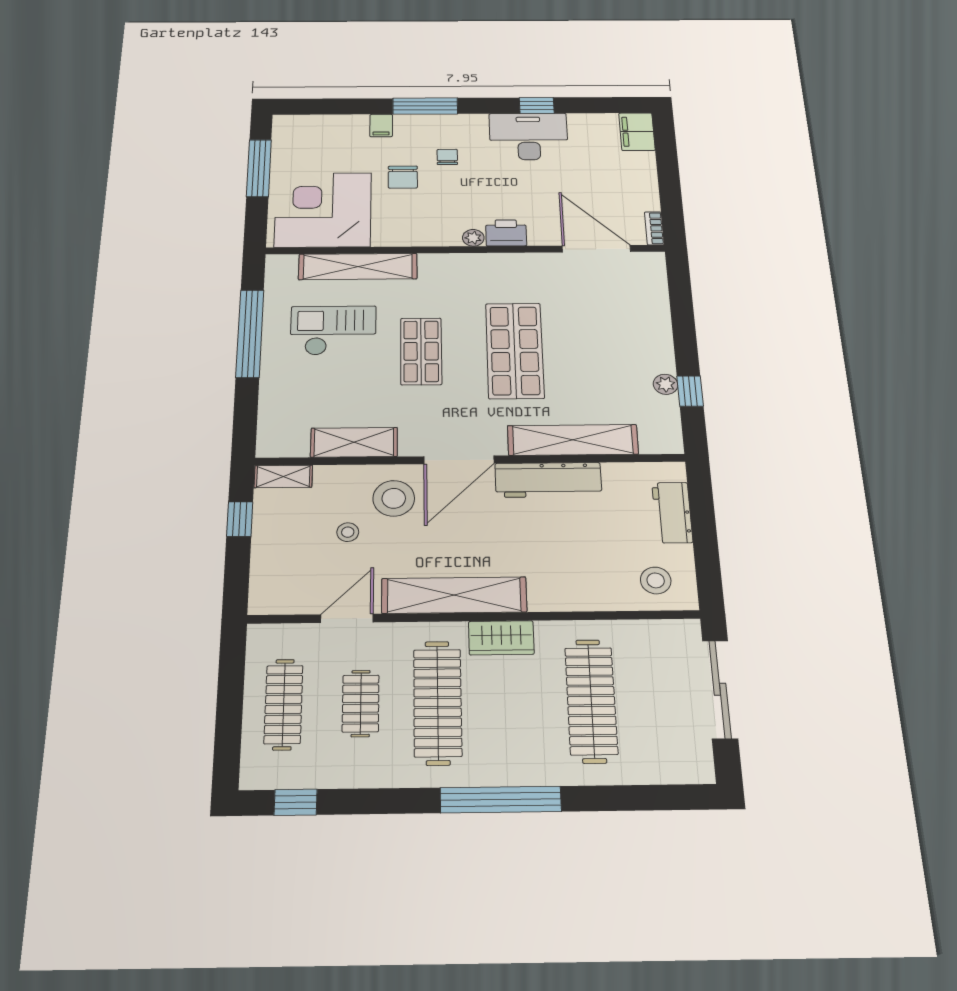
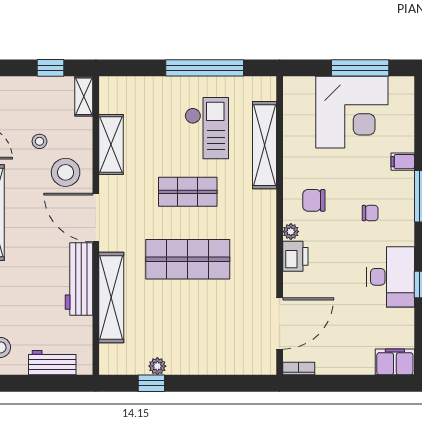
chair: (403, 177) -> (314, 200), moved
corner desk: (323, 210) -> (352, 112), moved, turned 90

